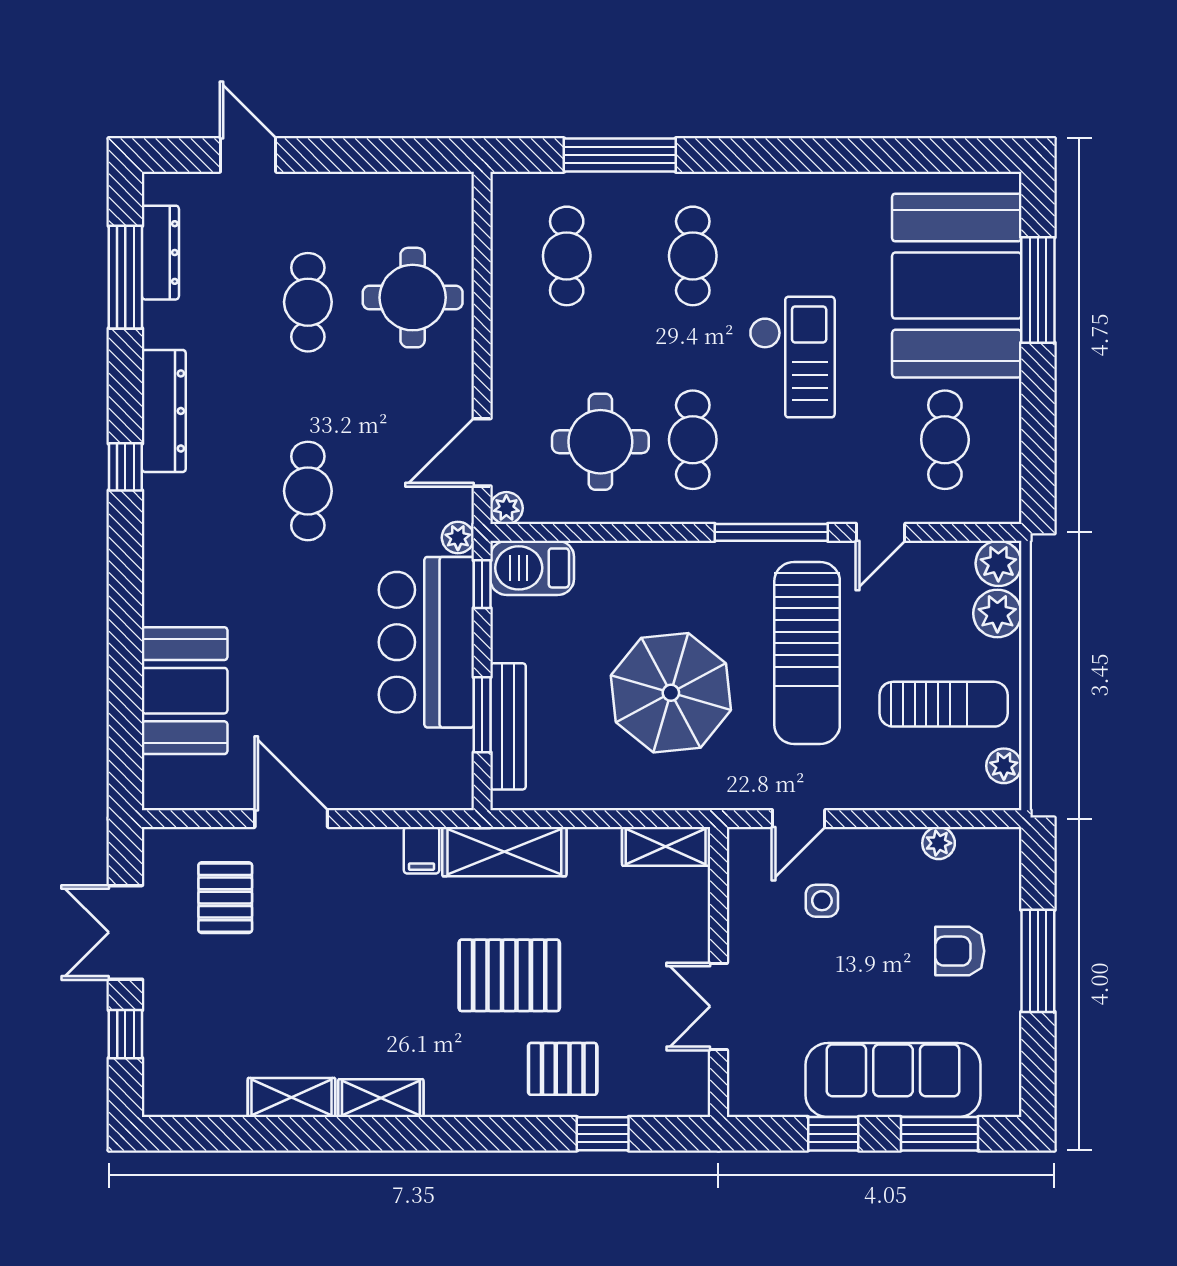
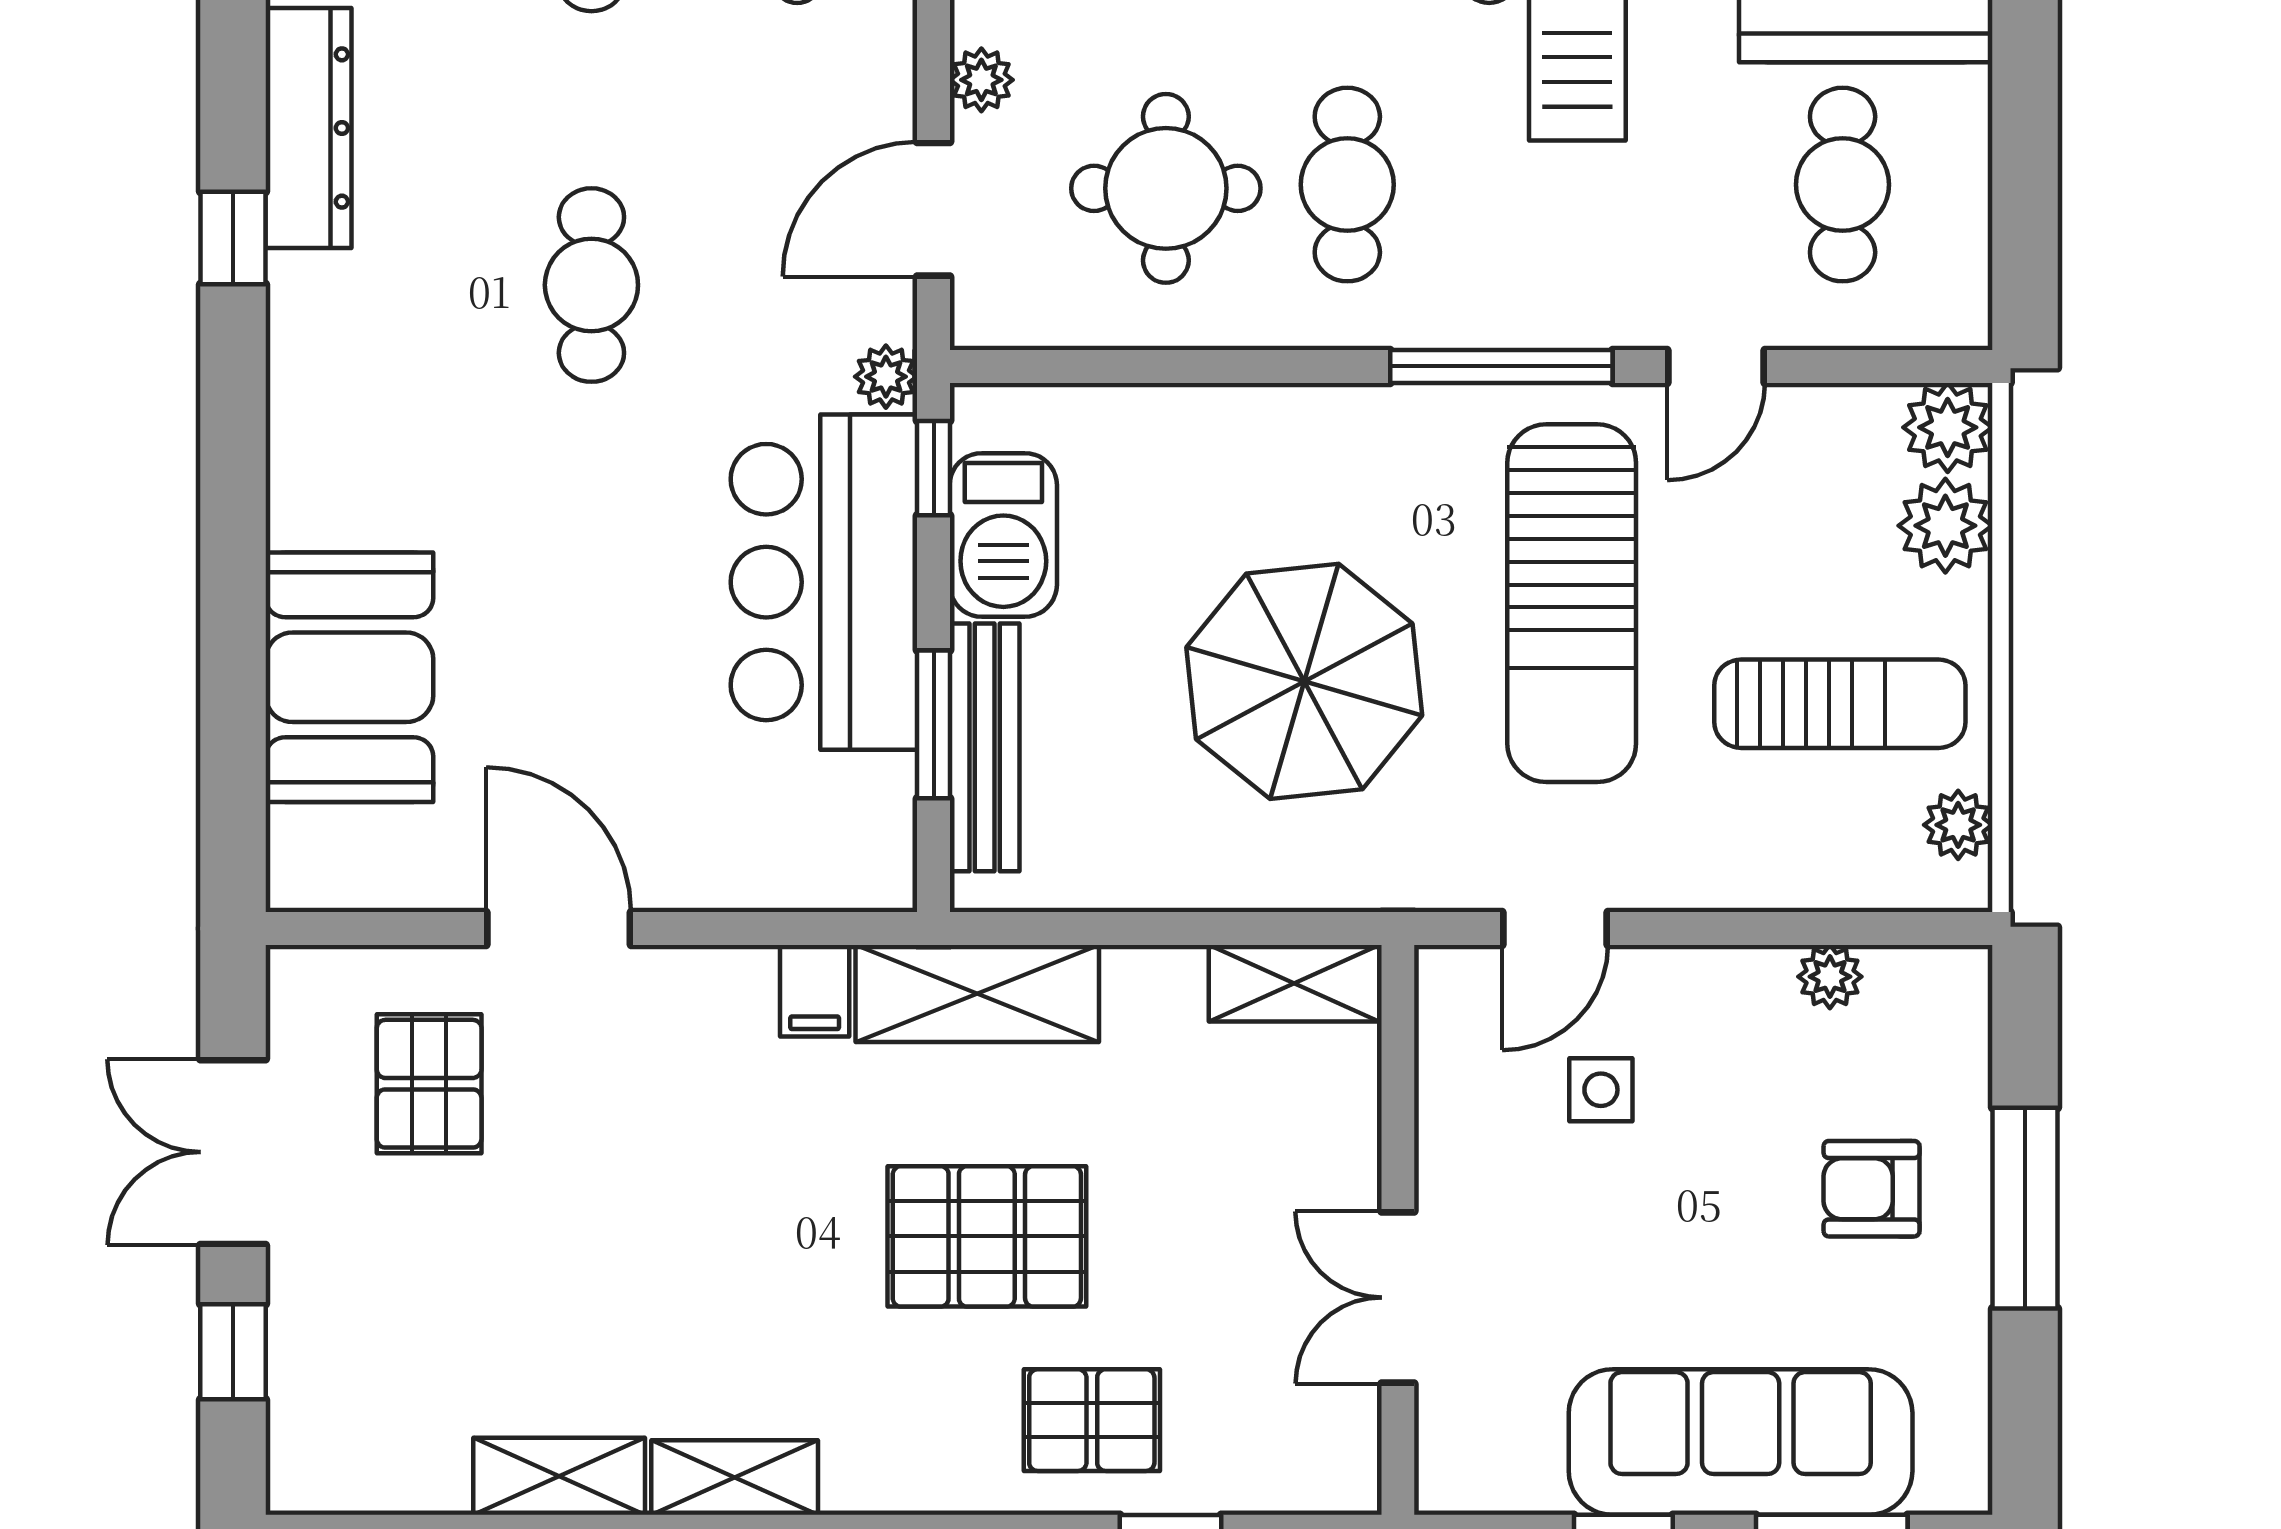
plant: (506, 508) -> (981, 80), moved
barbecue: (532, 568) -> (1003, 535), moved, turned -90

